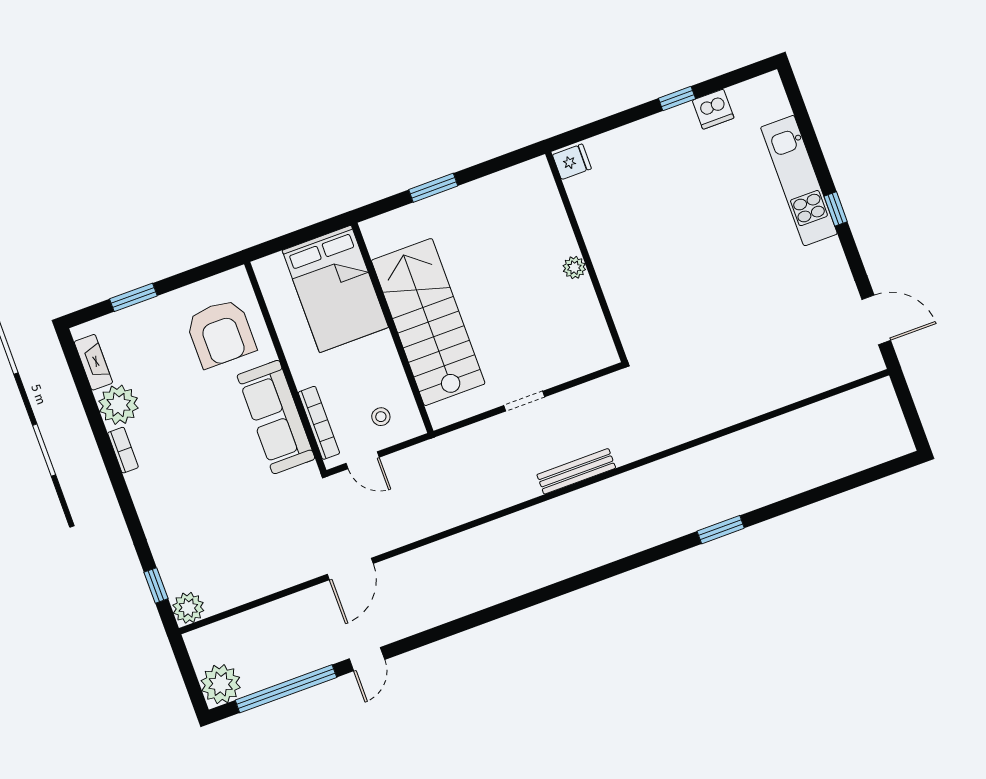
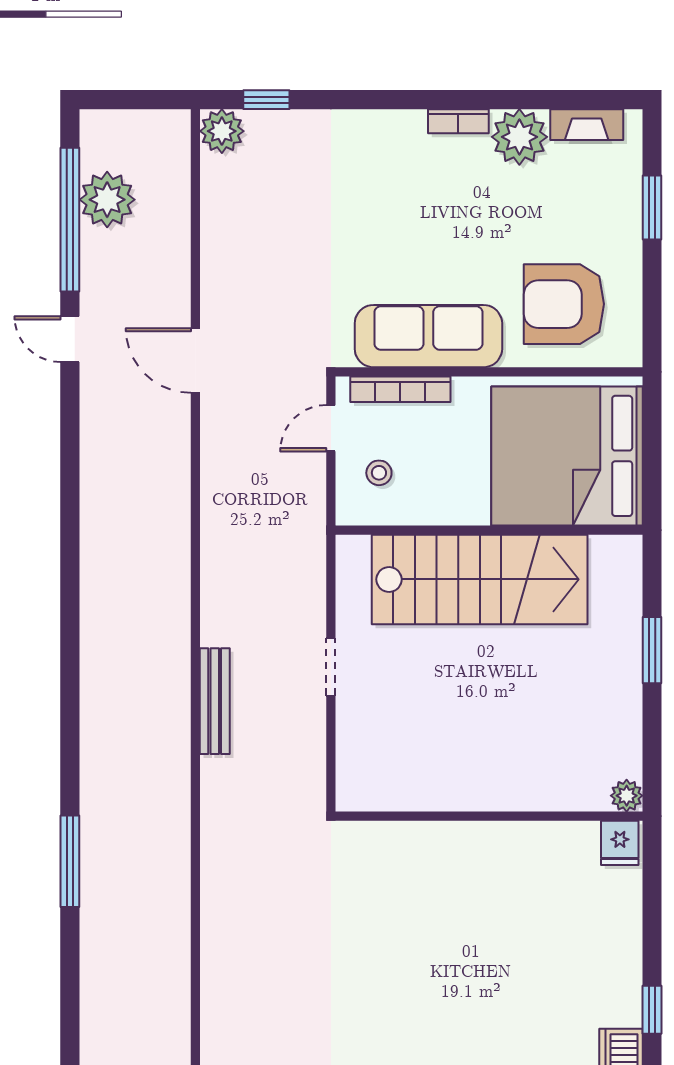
plant: (574, 268) -> (627, 796), moved
bed: (335, 289) -> (567, 456), width x1.36
window: (721, 530) -> (70, 861), width x1.44
plant: (221, 684) -> (107, 200), moved

